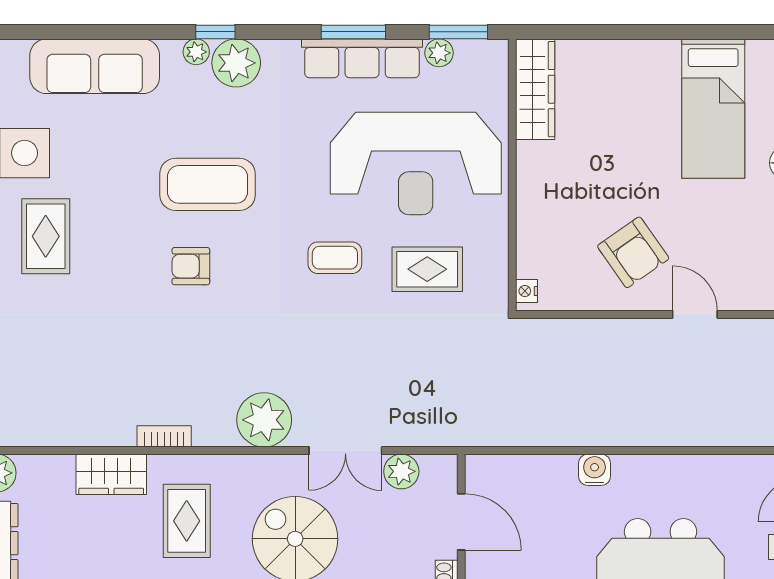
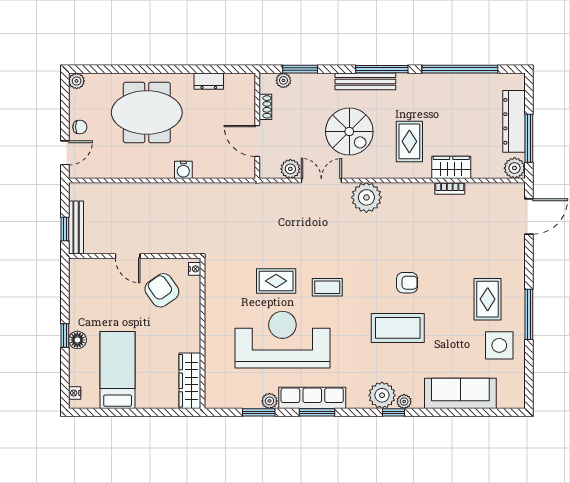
wardrobe: (535, 89) -> (190, 381), moved
wall: (512, 175) -> (203, 333), moved
nightstand: (527, 291) -> (195, 269), moved
bookcase: (164, 436) -> (450, 188), moved

